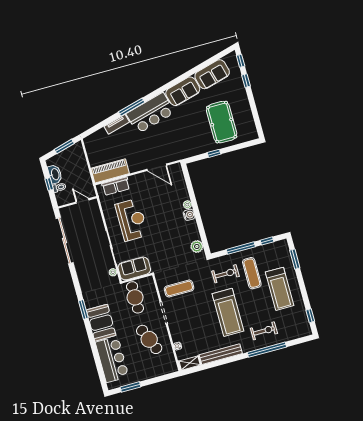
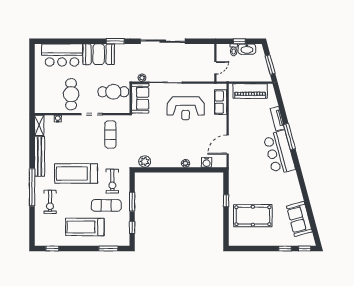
sofa: (183, 91) -> (291, 188), removed
piano: (110, 171) -> (250, 91), moved, turned 90
water cooler: (189, 215) -> (207, 162), moved
sliding door: (65, 241) -> (163, 41), moved
window: (241, 248) -> (132, 202), width x0.69
cafe table: (149, 339) -> (71, 94), turned -67
window: (267, 350) -> (32, 187), moved
window: (130, 387) -> (32, 65), removed

